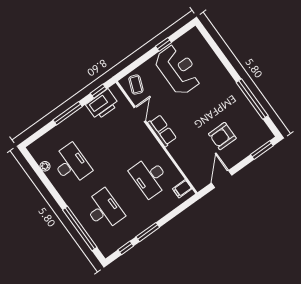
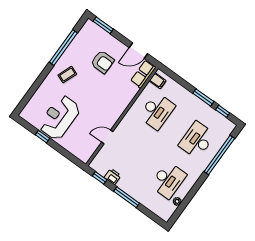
coffee table: (136, 85) -> (67, 75), moved
printer: (102, 105) -> (113, 176), width x0.53, depth x0.68
row of seats: (162, 131) -> (143, 74), moved
desk: (71, 164) -> (168, 180), turned 180

